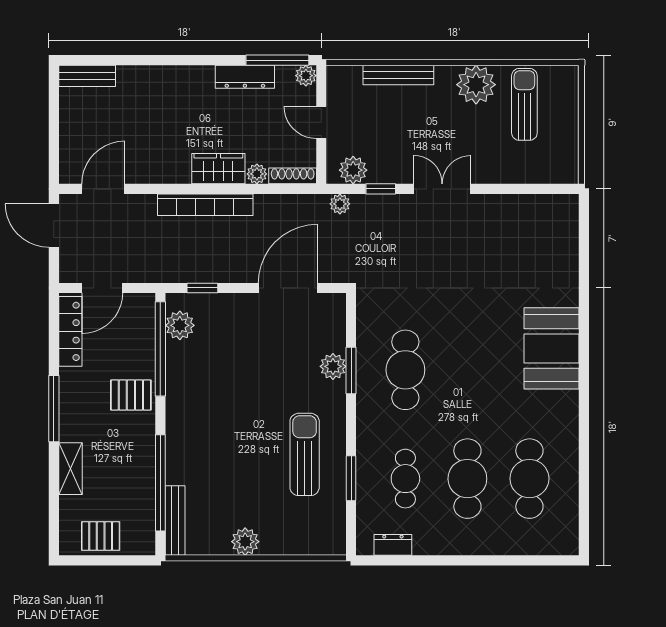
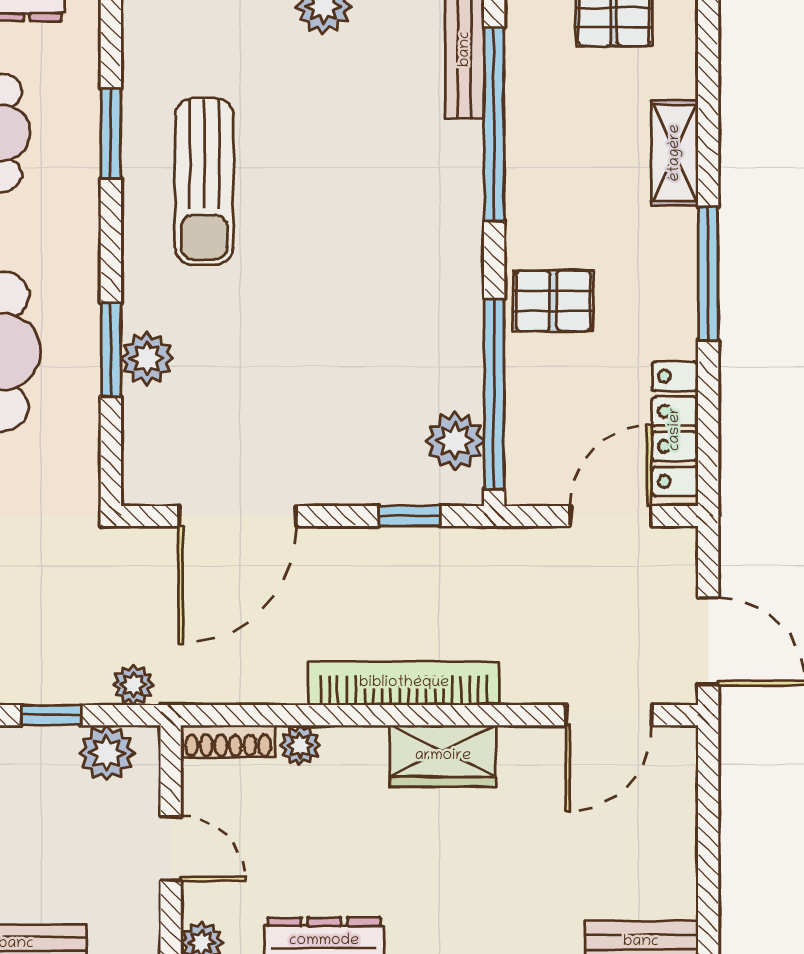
wardrobe: (218, 169) -> (443, 756), moved

